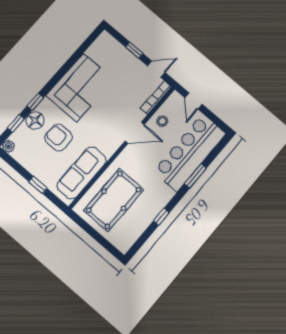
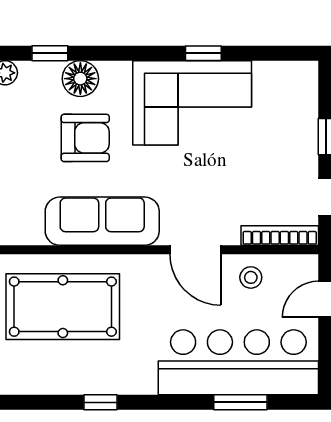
window: (35, 102) -> (203, 53), moved
armchair: (59, 138) -> (85, 138), turned 90
sofa: (82, 173) -> (102, 221), moved
window: (195, 176) -> (240, 402), moved

